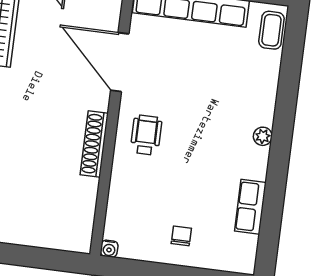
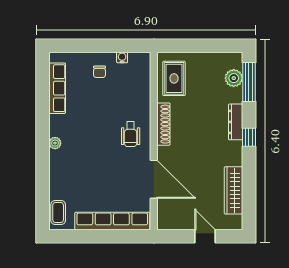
row of seats: (250, 207) -> (57, 88), width x1.48
rug: (69, 211) -> (174, 78), added
water cooler: (109, 249) -> (122, 58), moved

